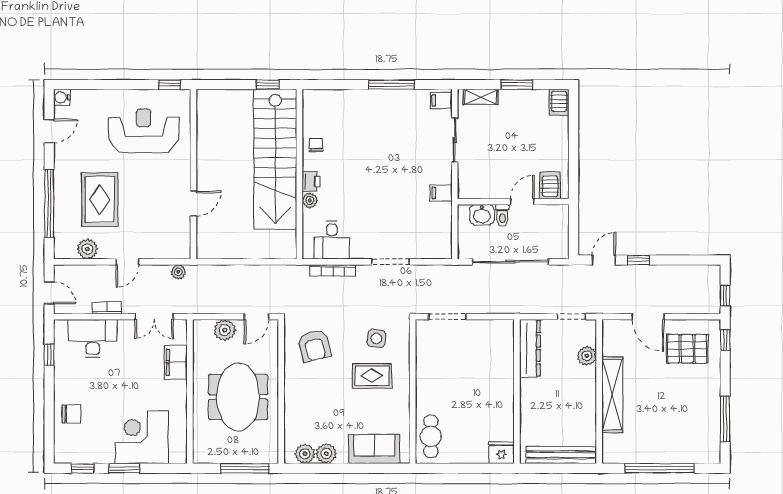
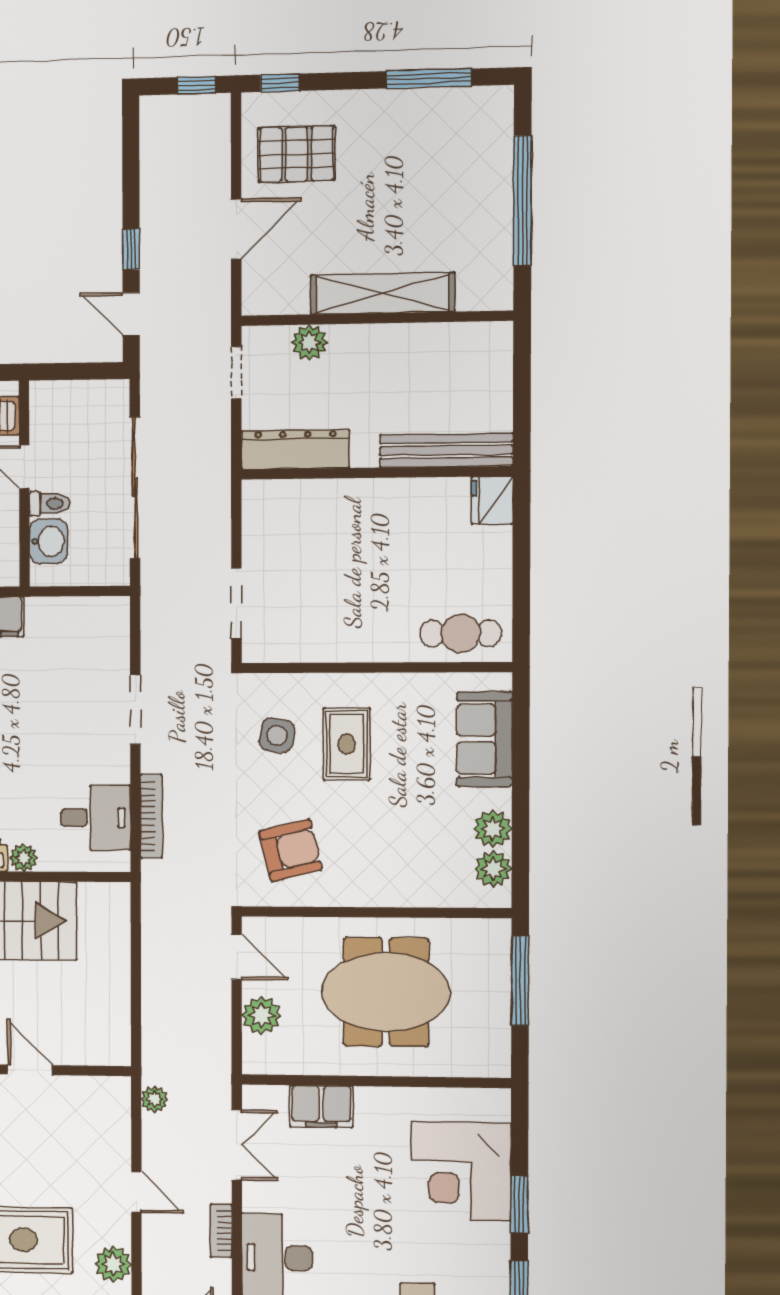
pallet: (687, 349) -> (296, 154), turned 90
bench: (561, 455) -> (446, 450), moved, turned 90

